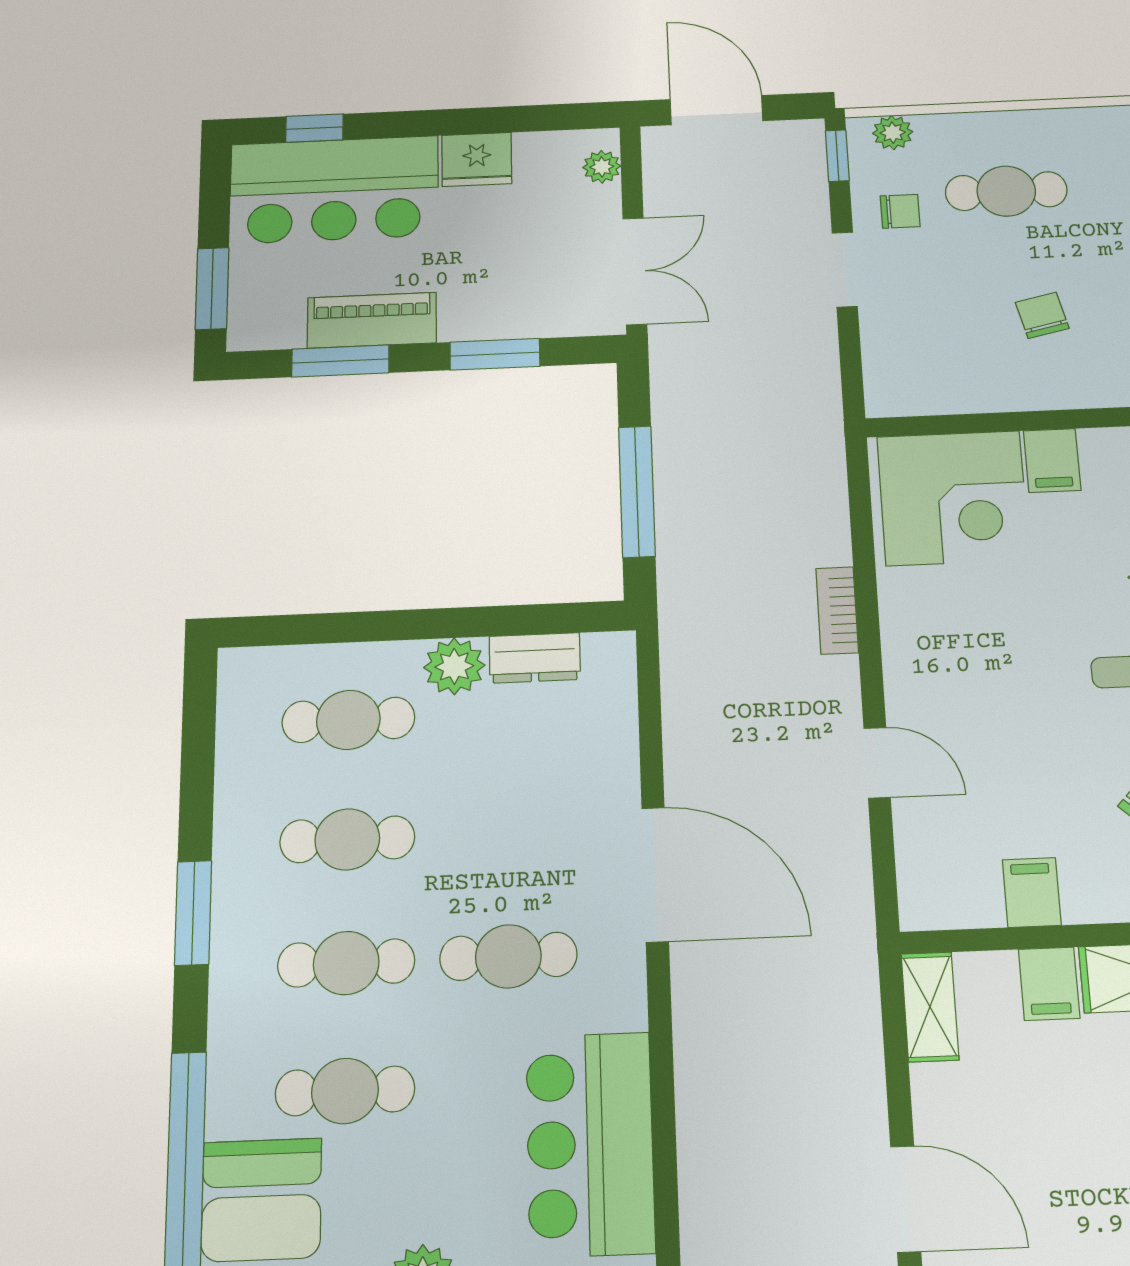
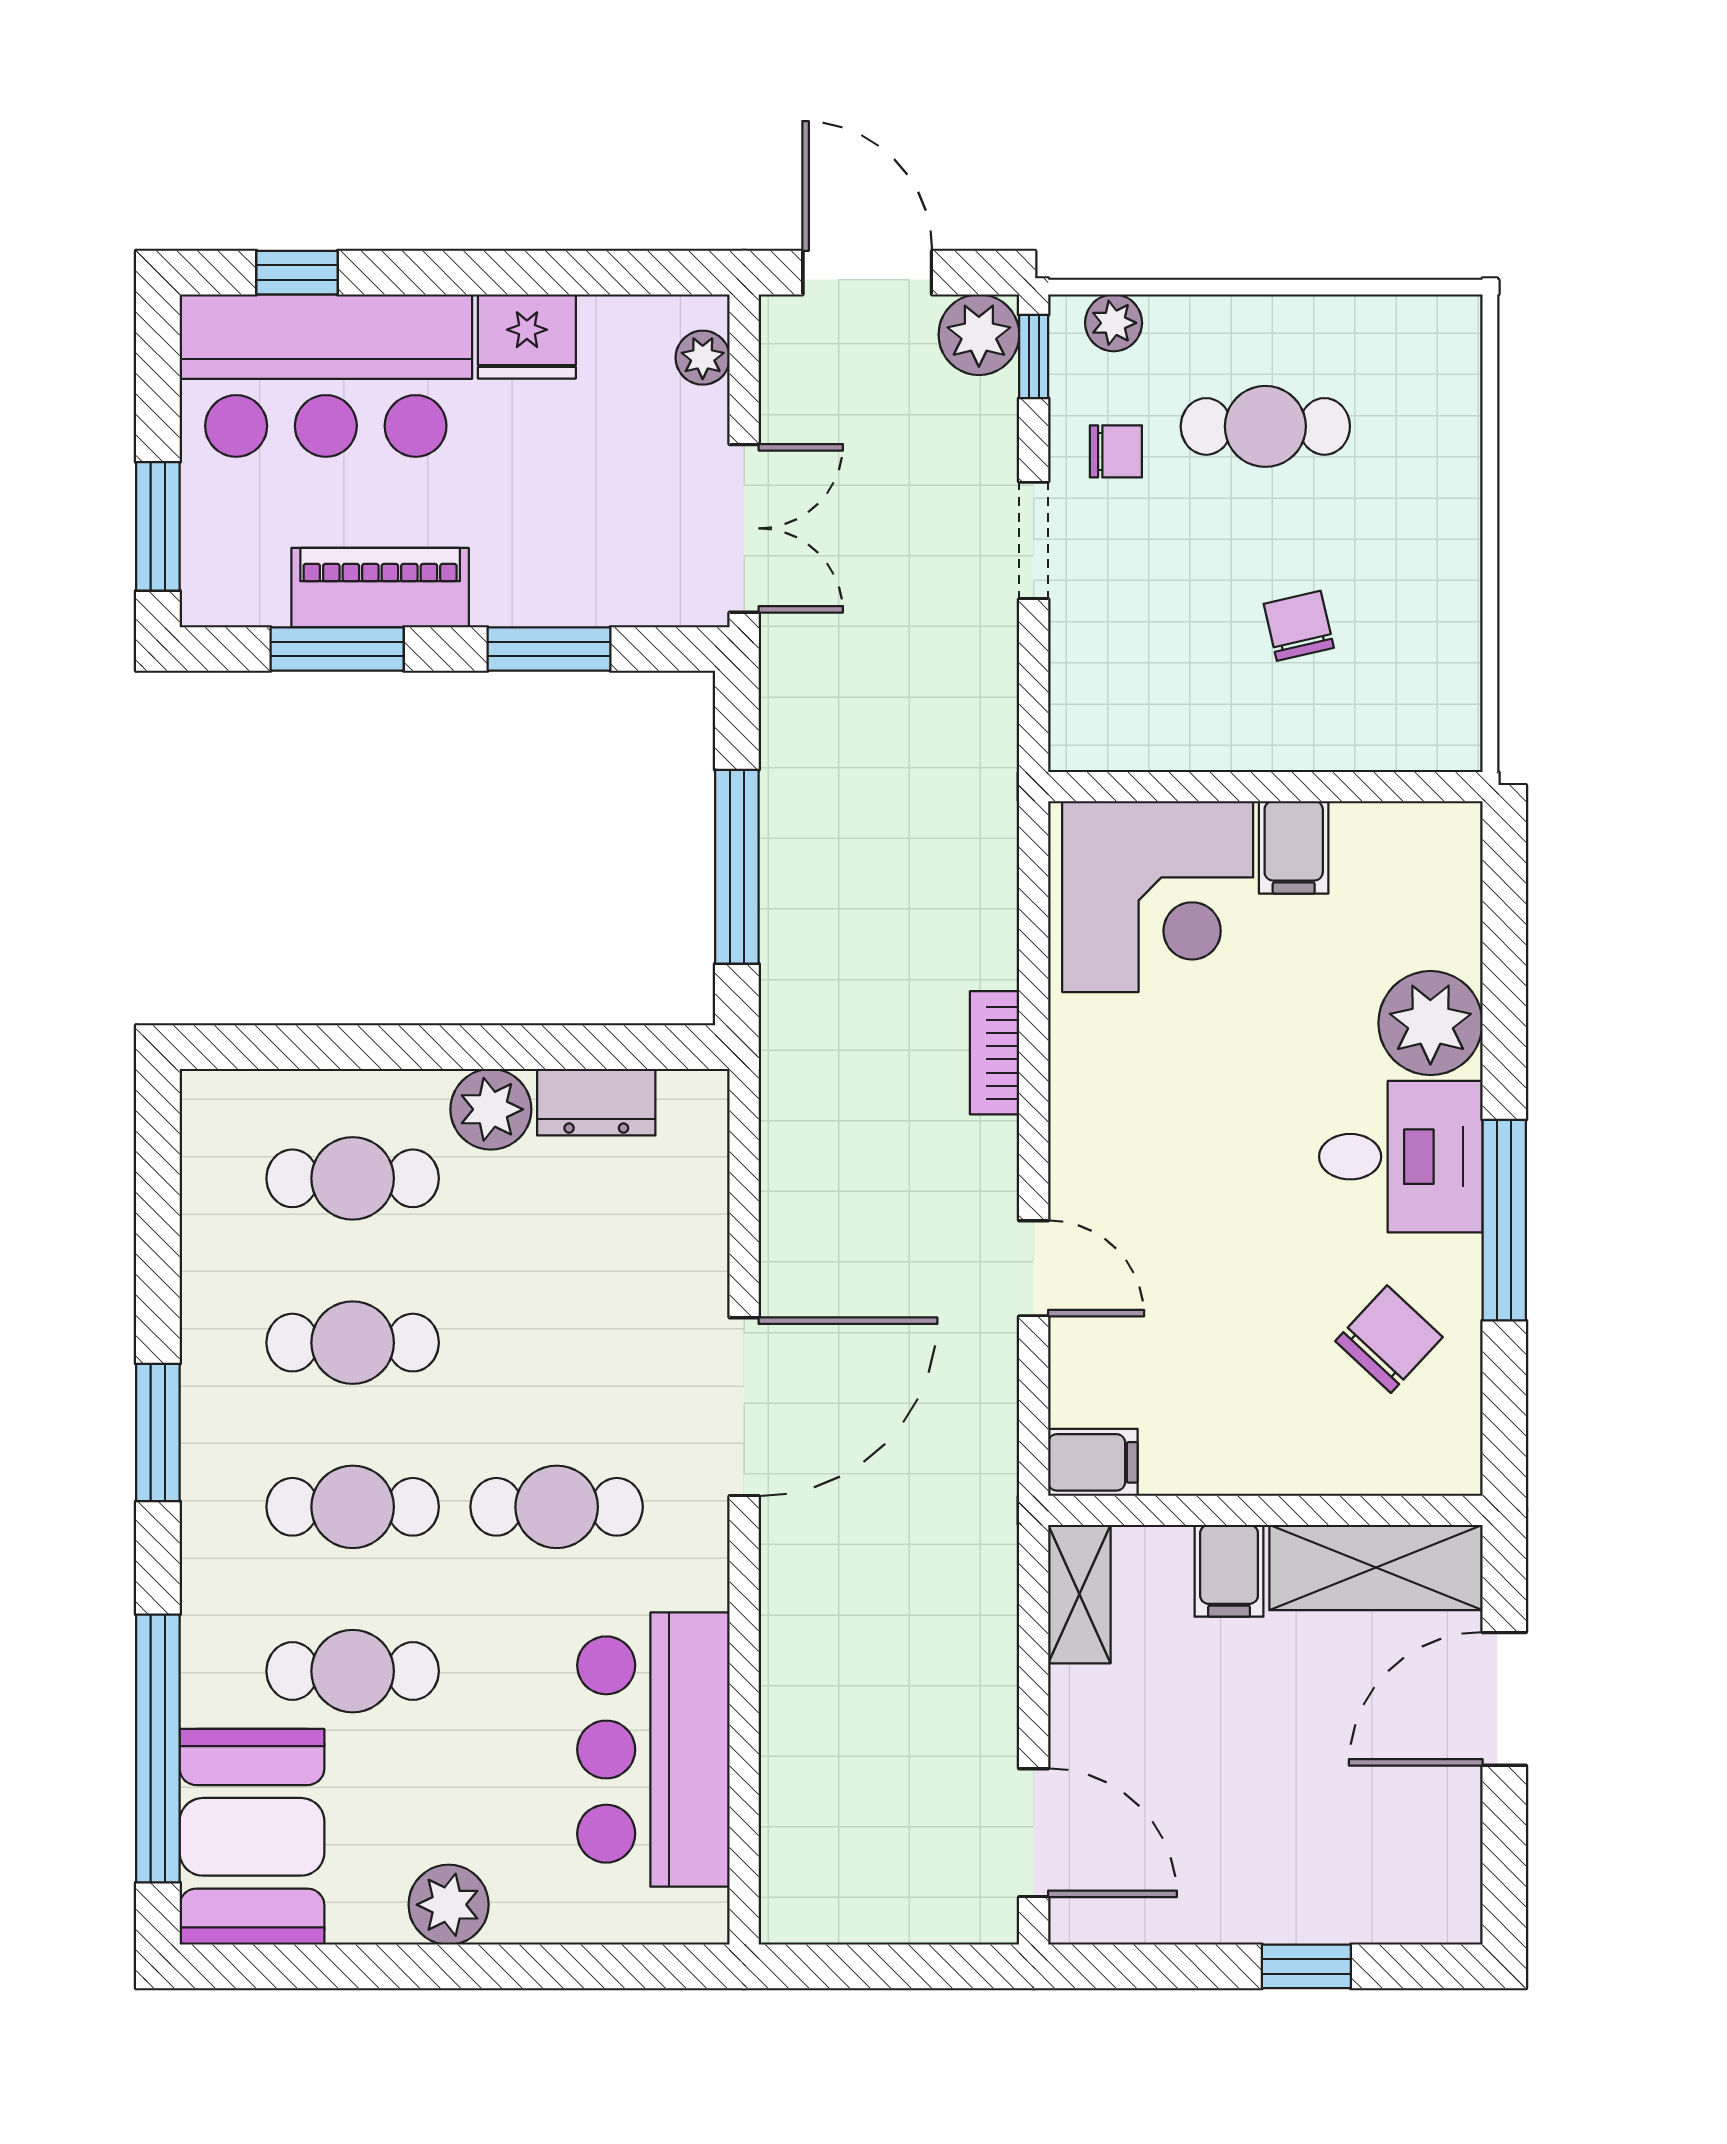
plant: (797, 144) -> (979, 335), added
door: (655, 874) -> (744, 1407), hinge flipped
filing cabinet: (1032, 892) -> (1093, 1462), moved, turned 90

